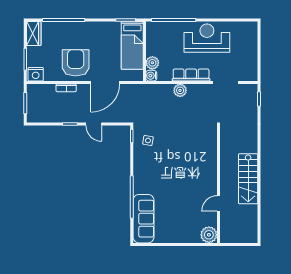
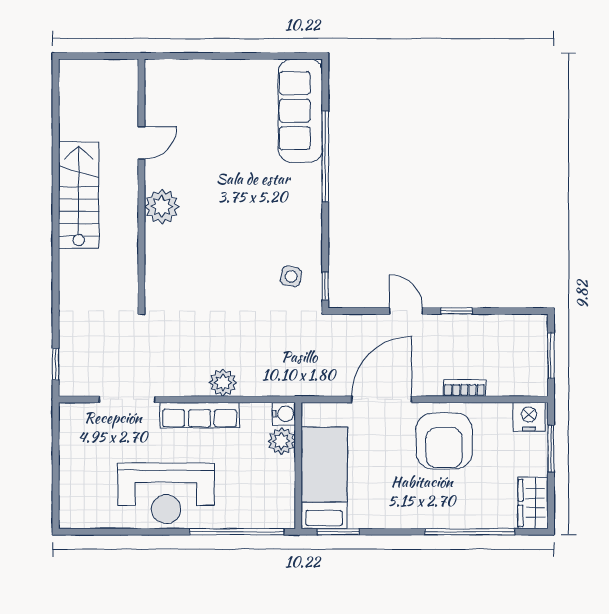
plant: (209, 235) -> (162, 207), moved

